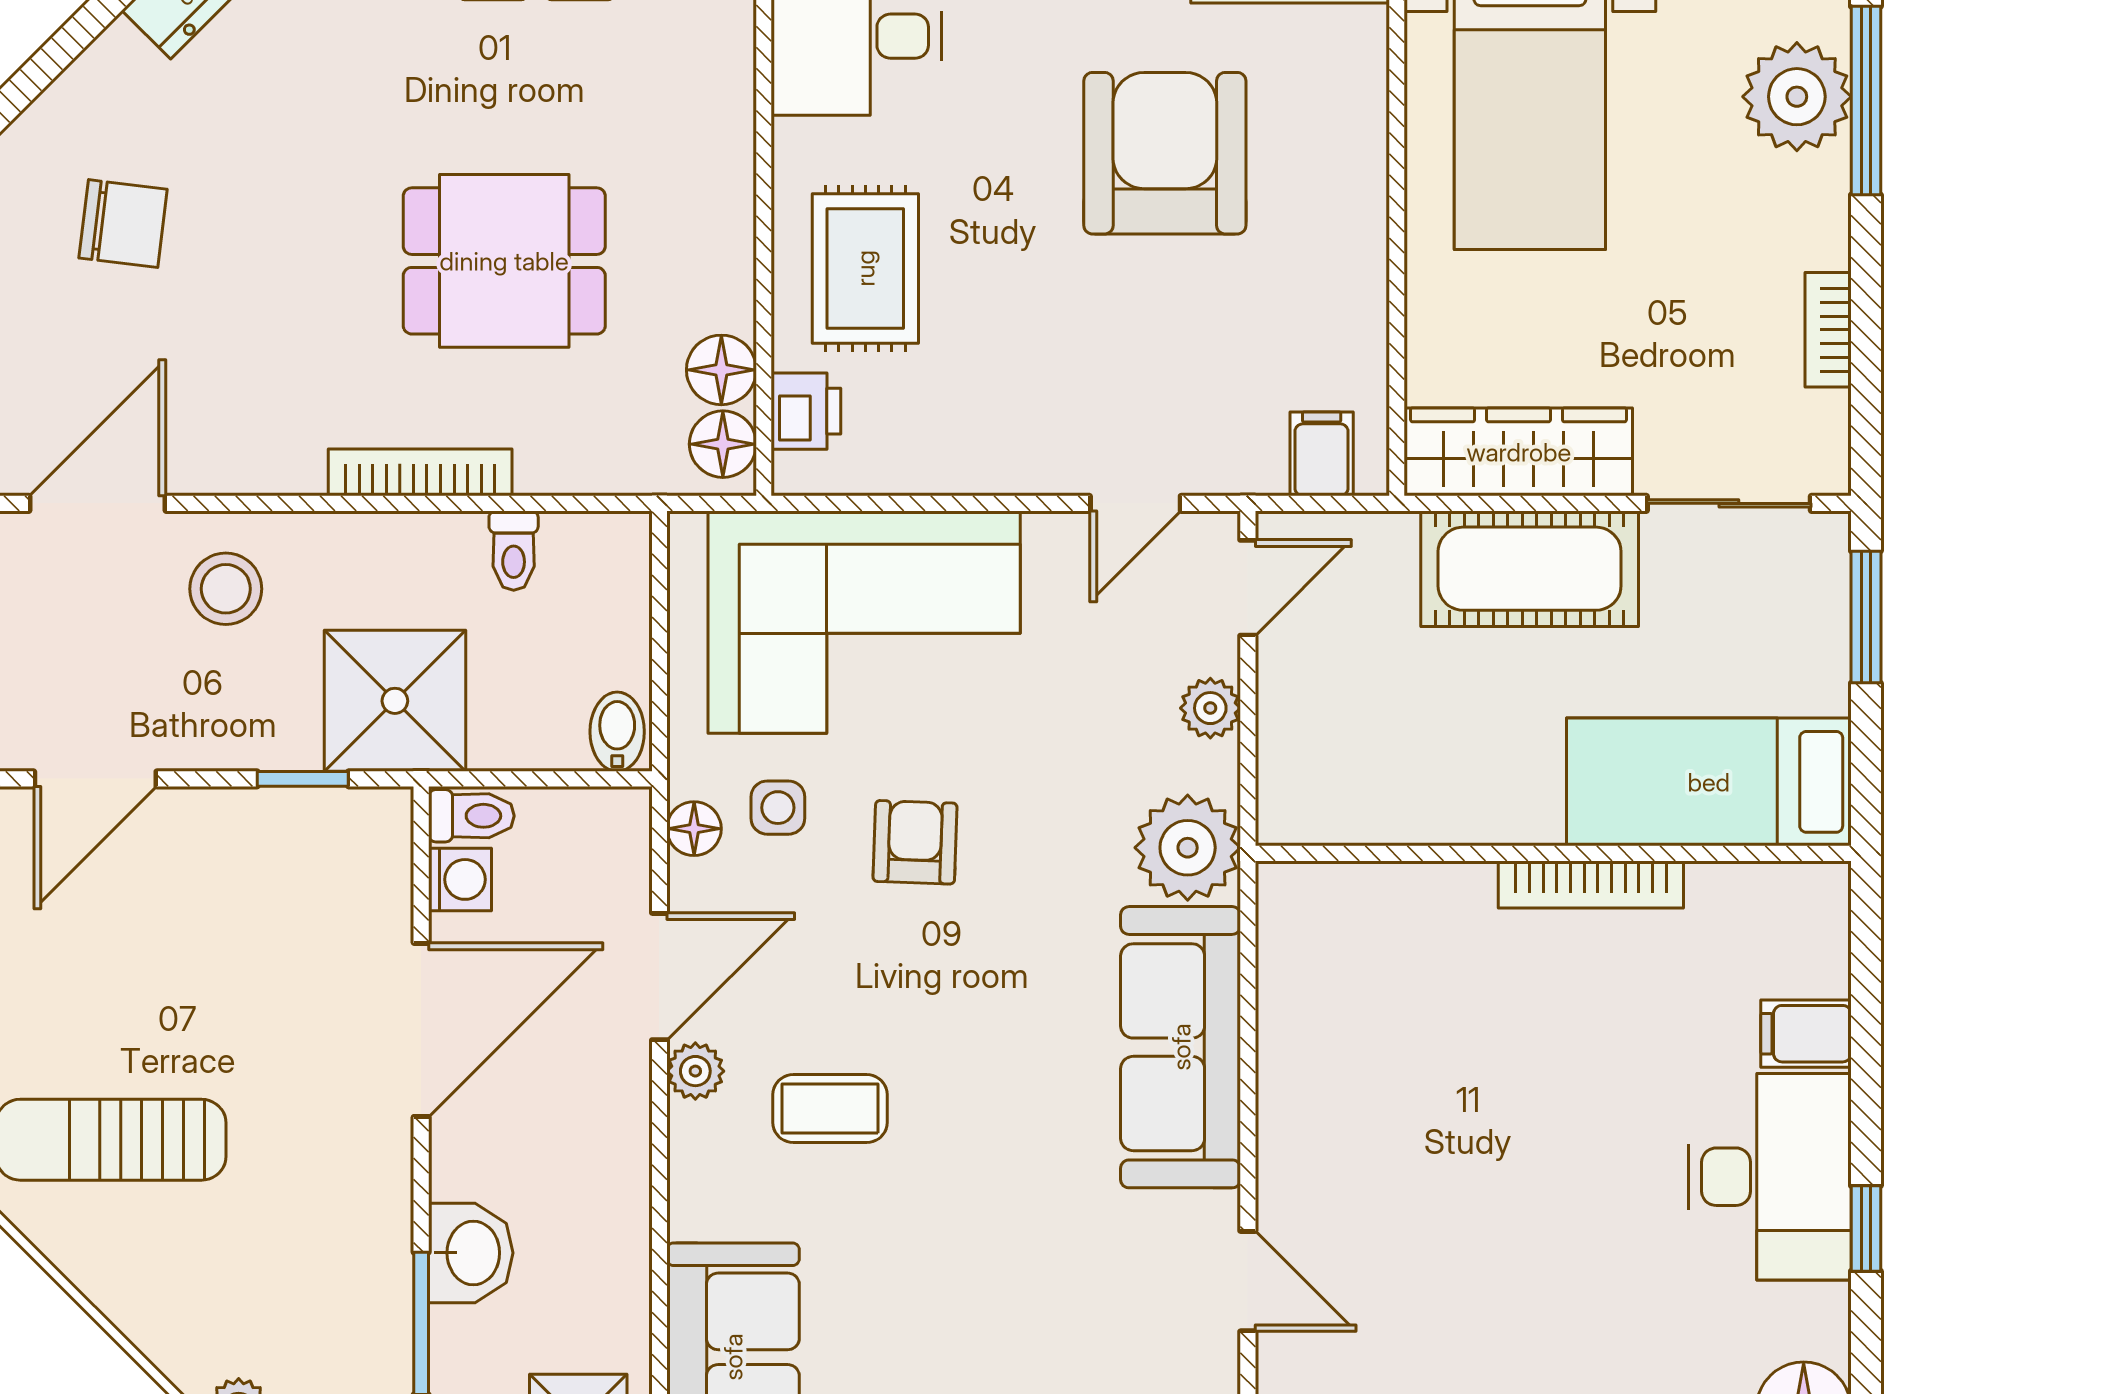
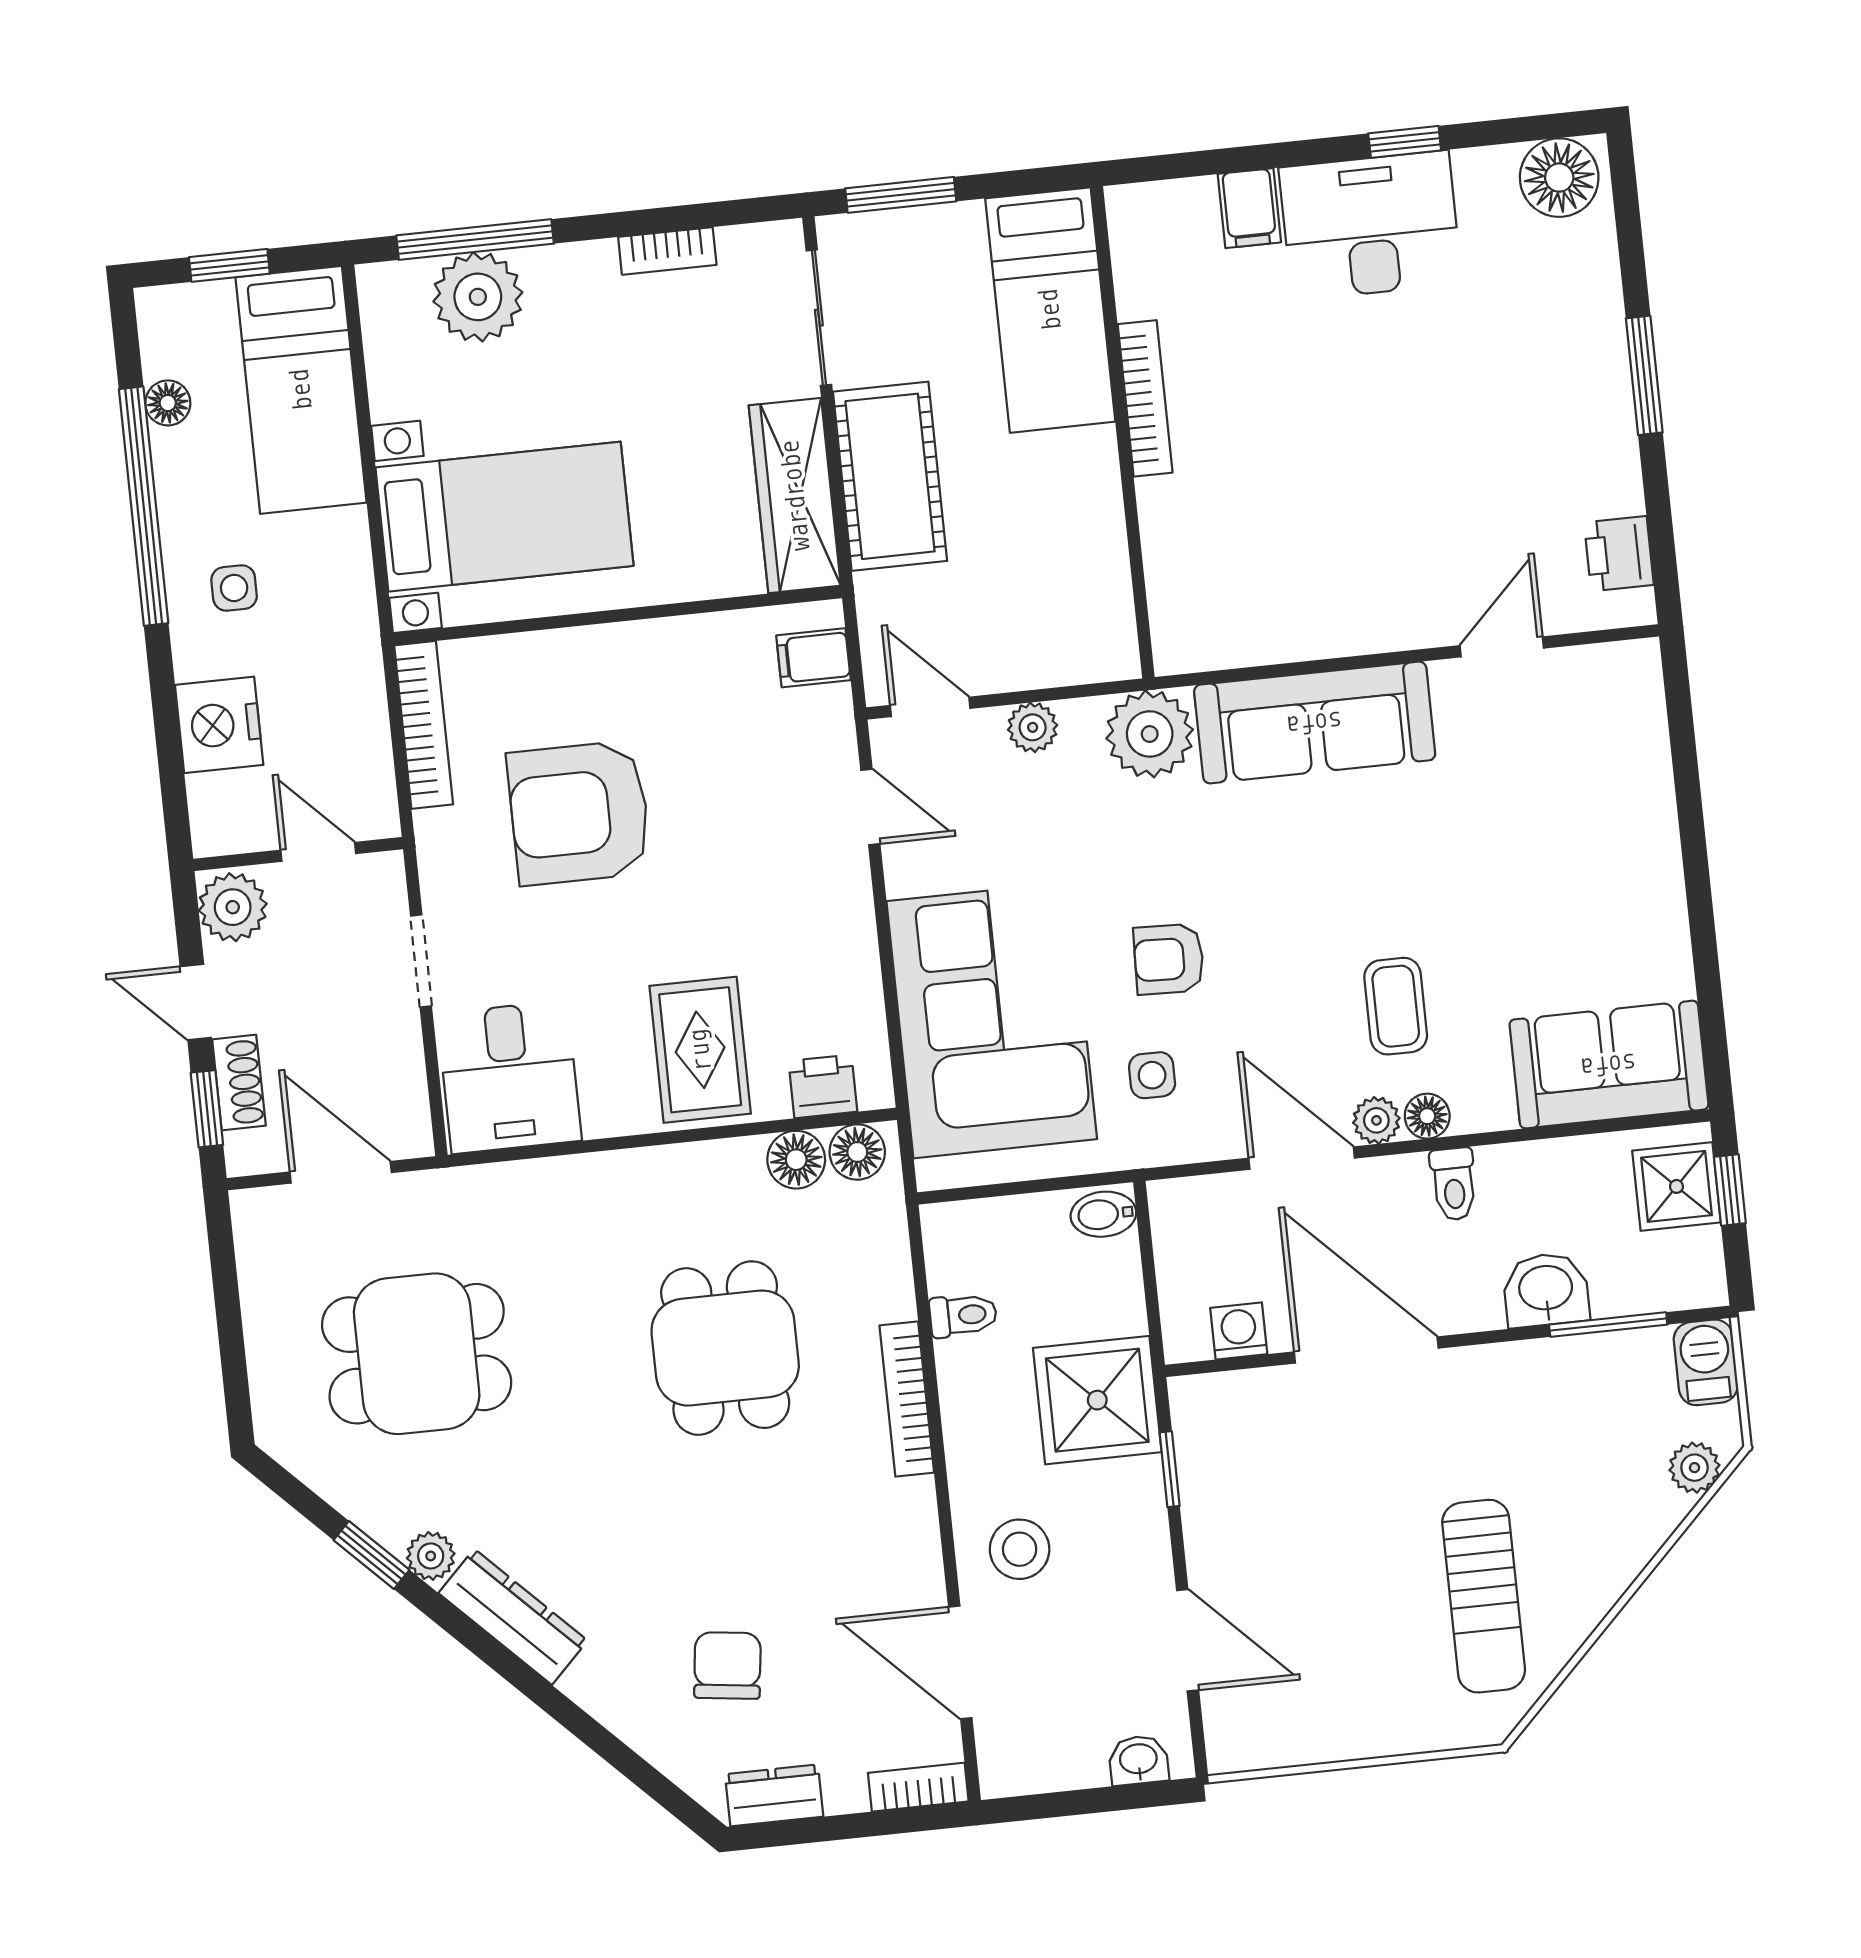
rug: (865, 268) -> (700, 1050), turned 90
toilet: (471, 816) -> (1454, 1184), moved, turned 180
floor lamp: (694, 829) -> (1427, 1116), moved

